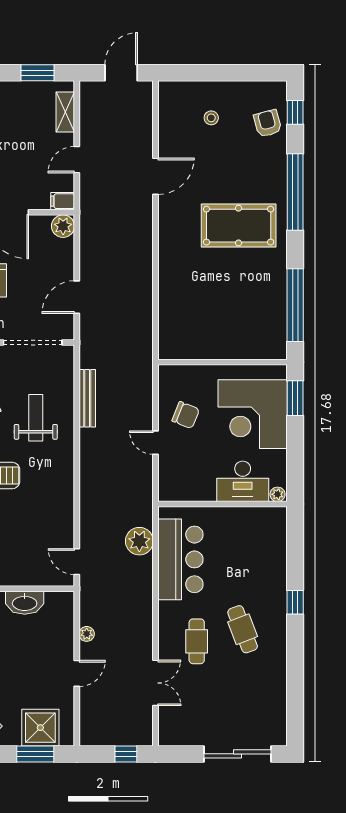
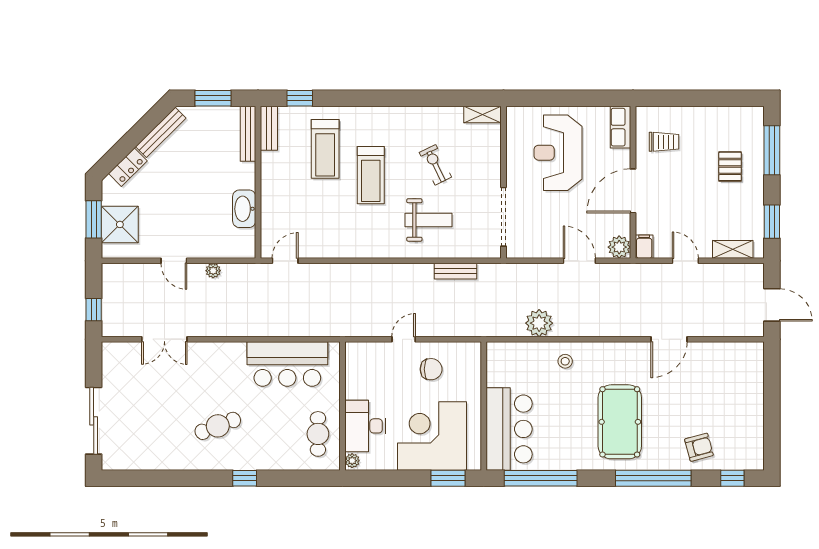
stool: (211, 118) -> (565, 361), moved
armchair: (268, 123) -> (699, 447), moved
door: (156, 176) -> (669, 339), hinge flipped
door: (77, 297) -> (579, 261), moved
bar counter: (246, 337) -> (509, 429), added
bench: (87, 398) -> (455, 271), width x0.73
chair: (186, 415) -> (431, 369), turned -112
plant: (139, 541) -> (539, 323), moved
cafe table: (197, 641) -> (318, 434), moved, turned 90

